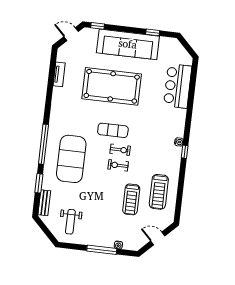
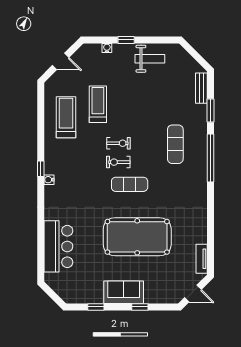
window: (98, 26) -> (140, 307), moved
sofa: (128, 44) -> (124, 292), width x0.54, depth x0.79
tv unit: (59, 74) -> (202, 259), moved
exercise mat: (71, 159) -> (175, 144), width x0.50, depth x0.69
weight bench: (70, 222) -> (150, 59), moved, turned 90
window: (102, 250) -> (126, 40), width x0.46

